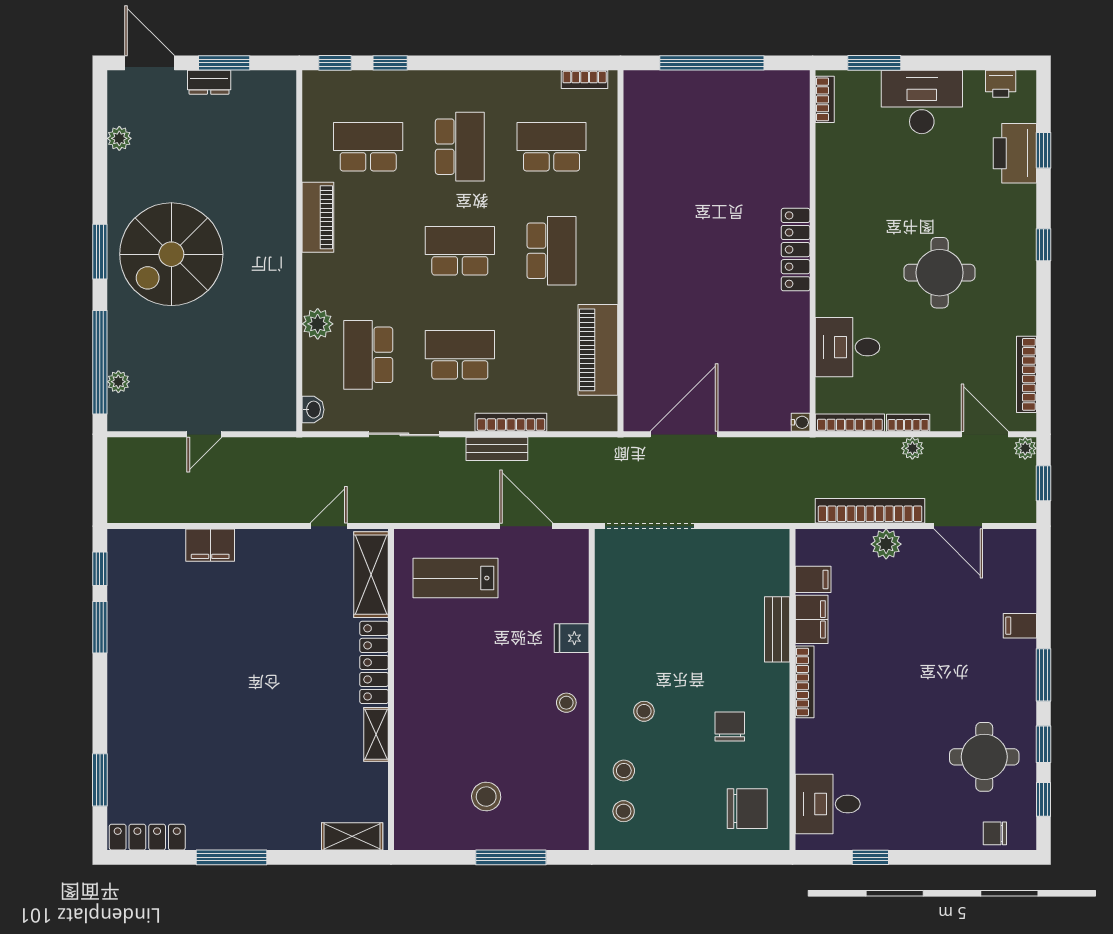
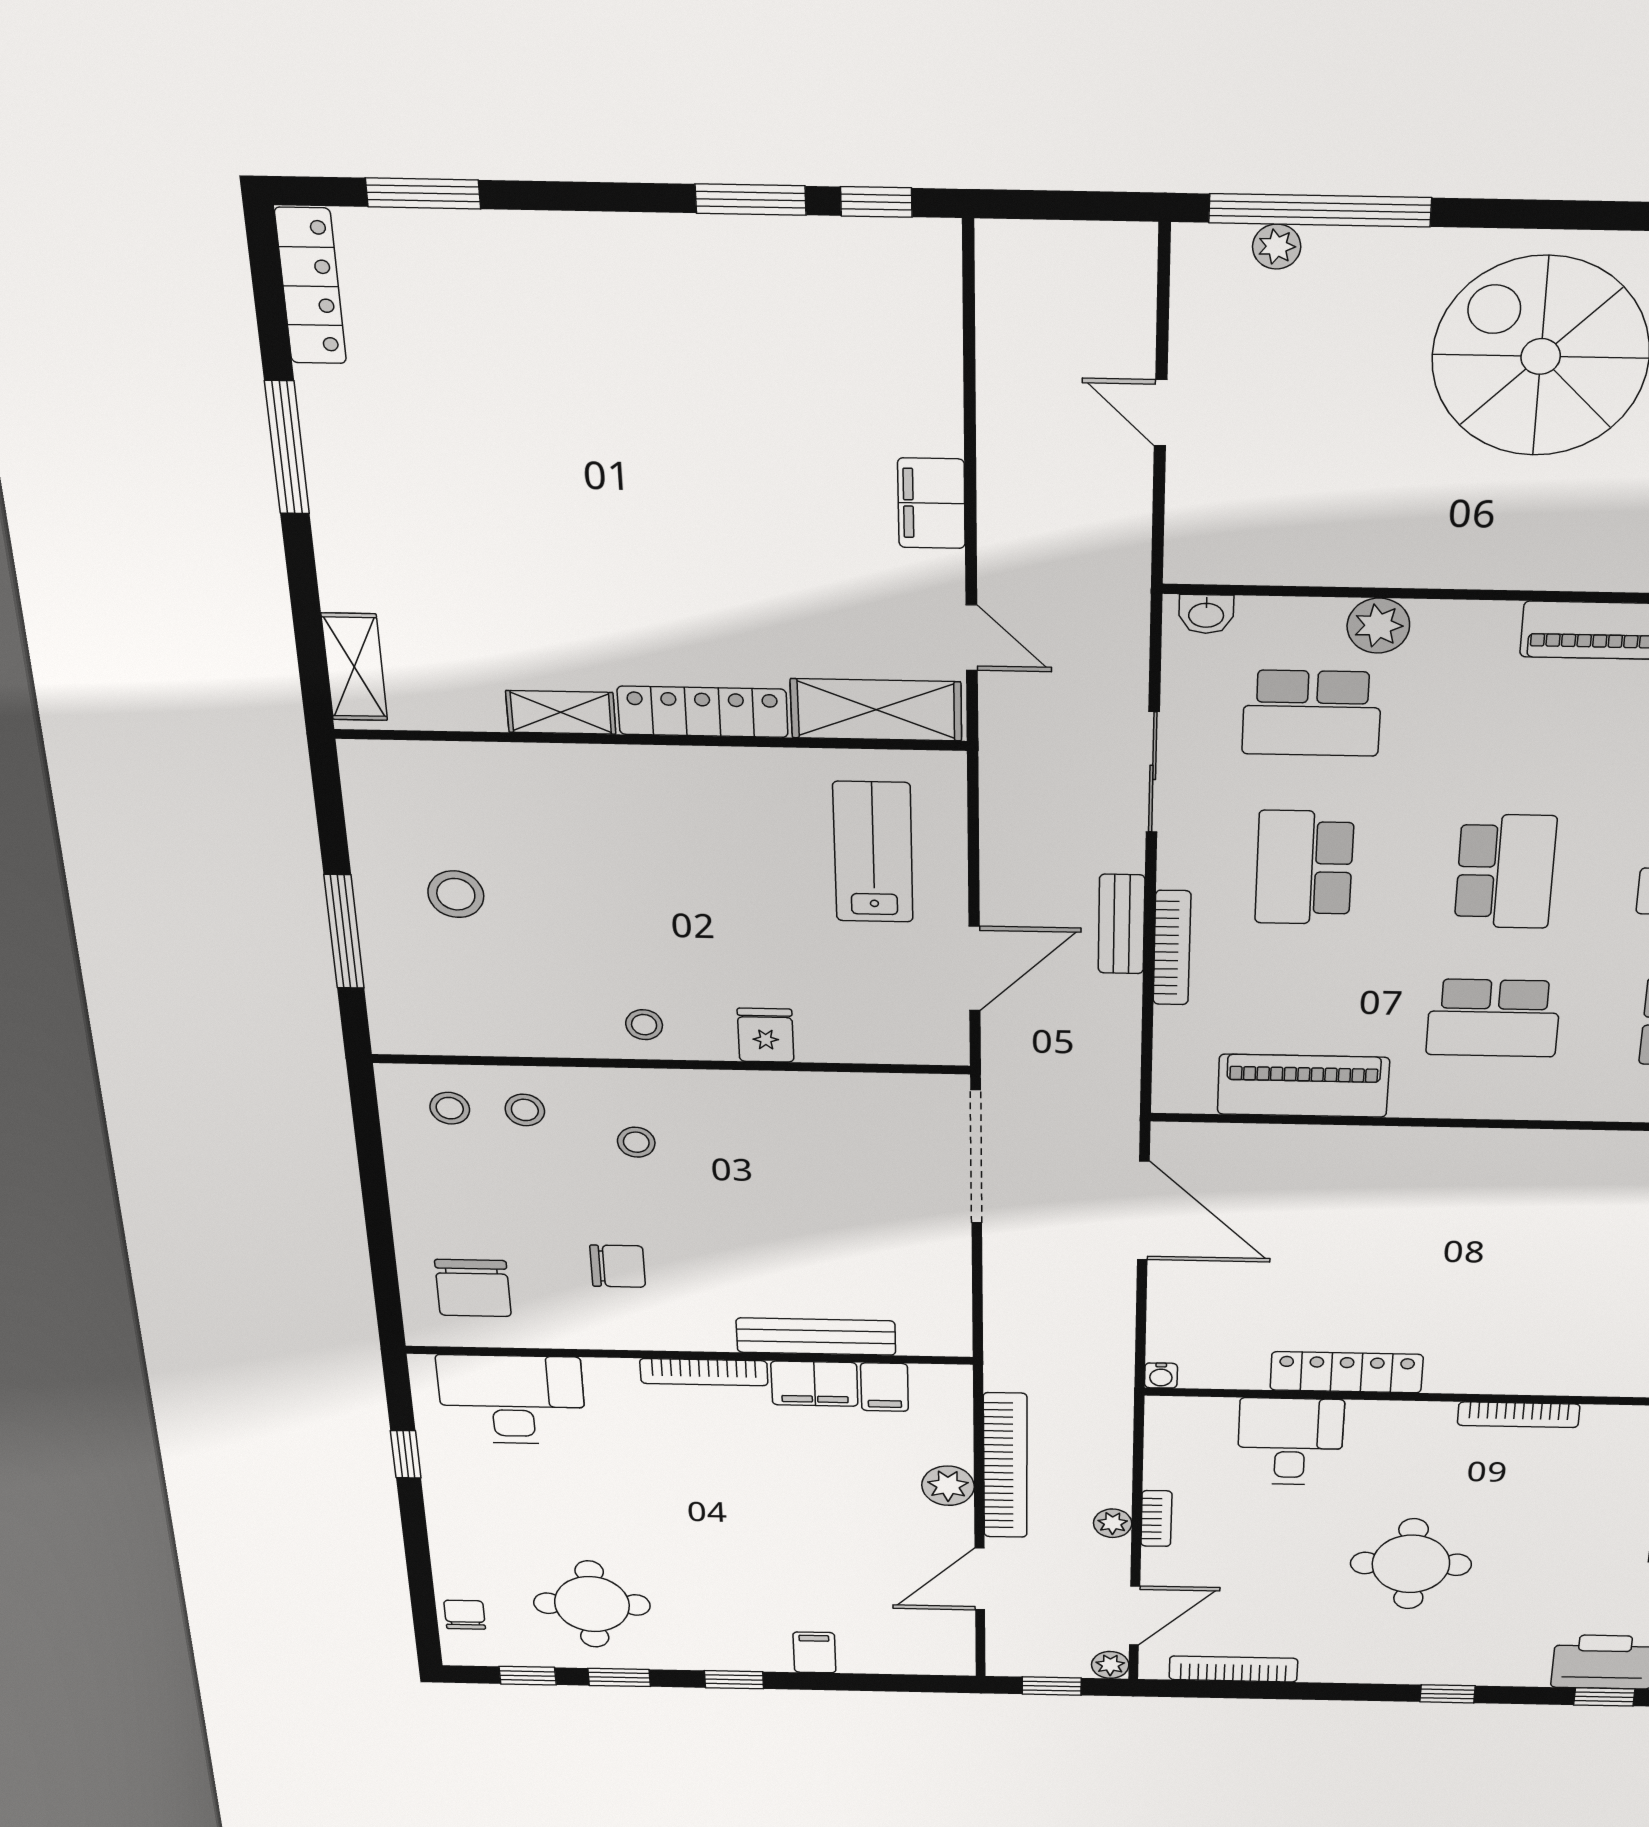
locker: (796, 250) -> (1347, 1372), moved
window: (100, 252) -> (1557, 215), removed
school desk: (368, 355) -> (1312, 713), turned 180
school desk: (460, 355) -> (1304, 868), turned 180
bookcase: (850, 423) -> (1519, 1415), moved, turned 90
filing cabinet: (210, 545) -> (932, 503), moved
bench: (777, 629) -> (816, 1337), width x1.36
window: (1044, 675) -> (734, 1680), width x0.67
desk: (828, 804) -> (512, 1400), width x1.37

